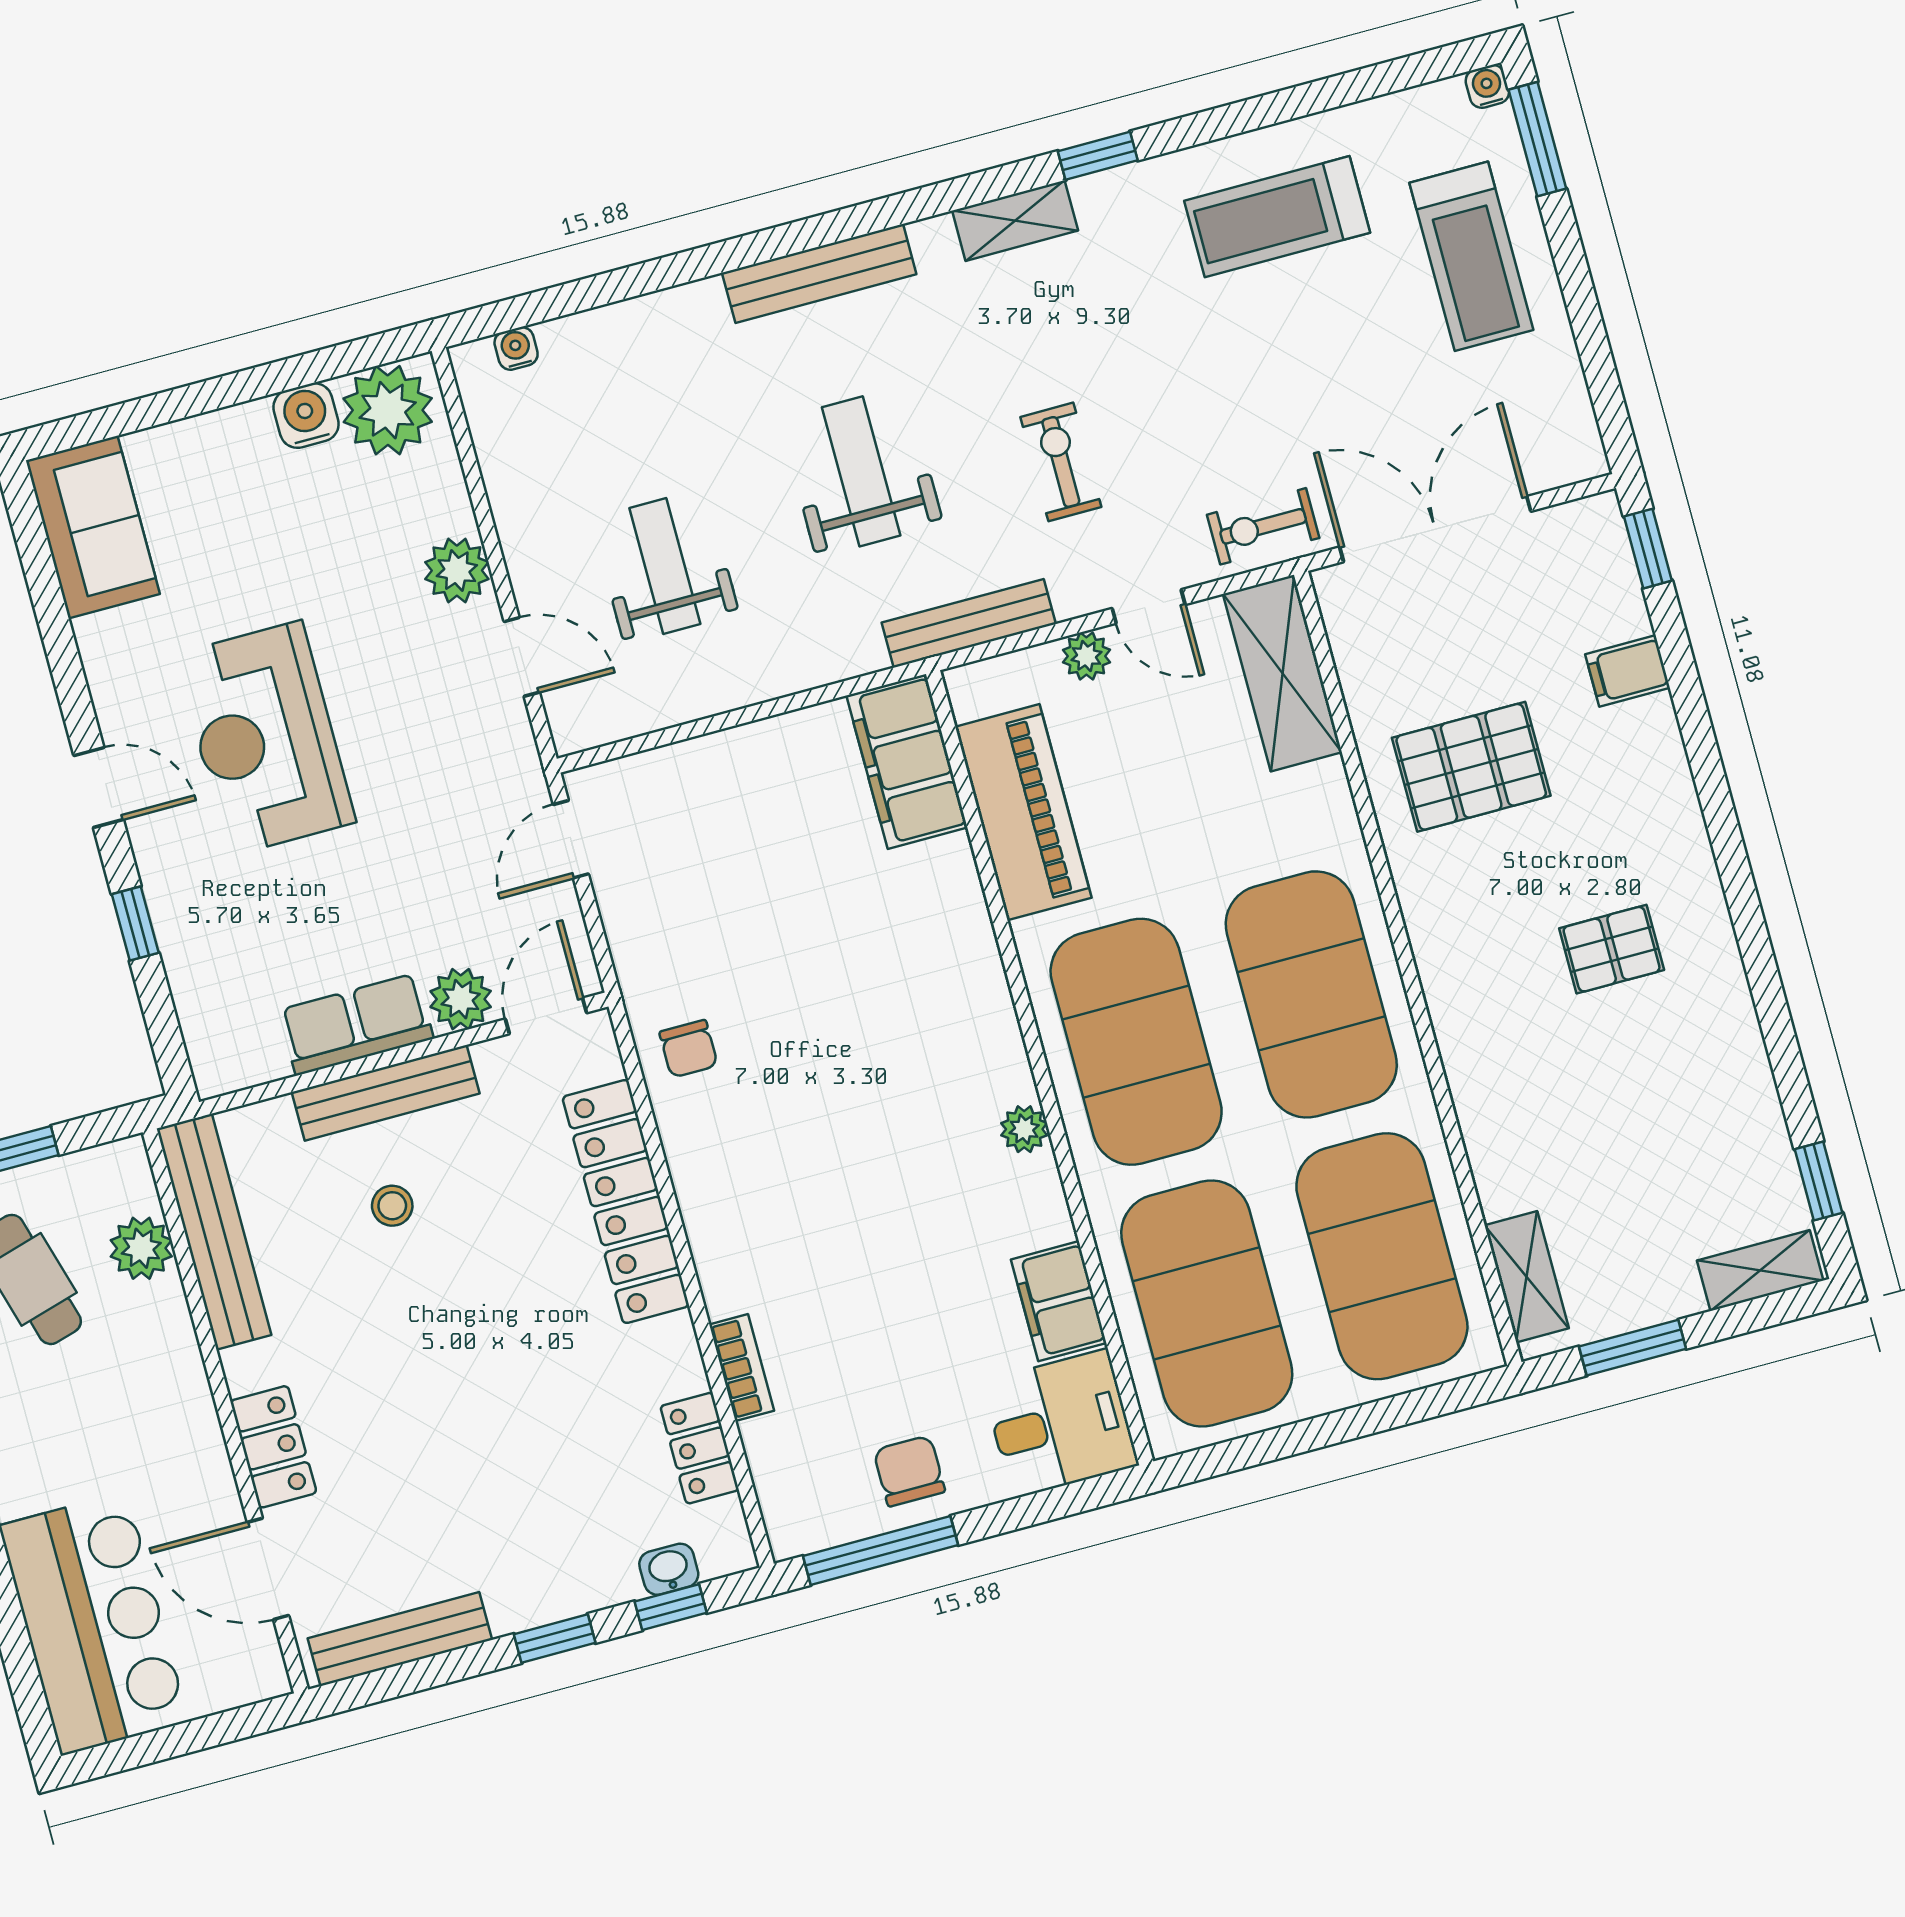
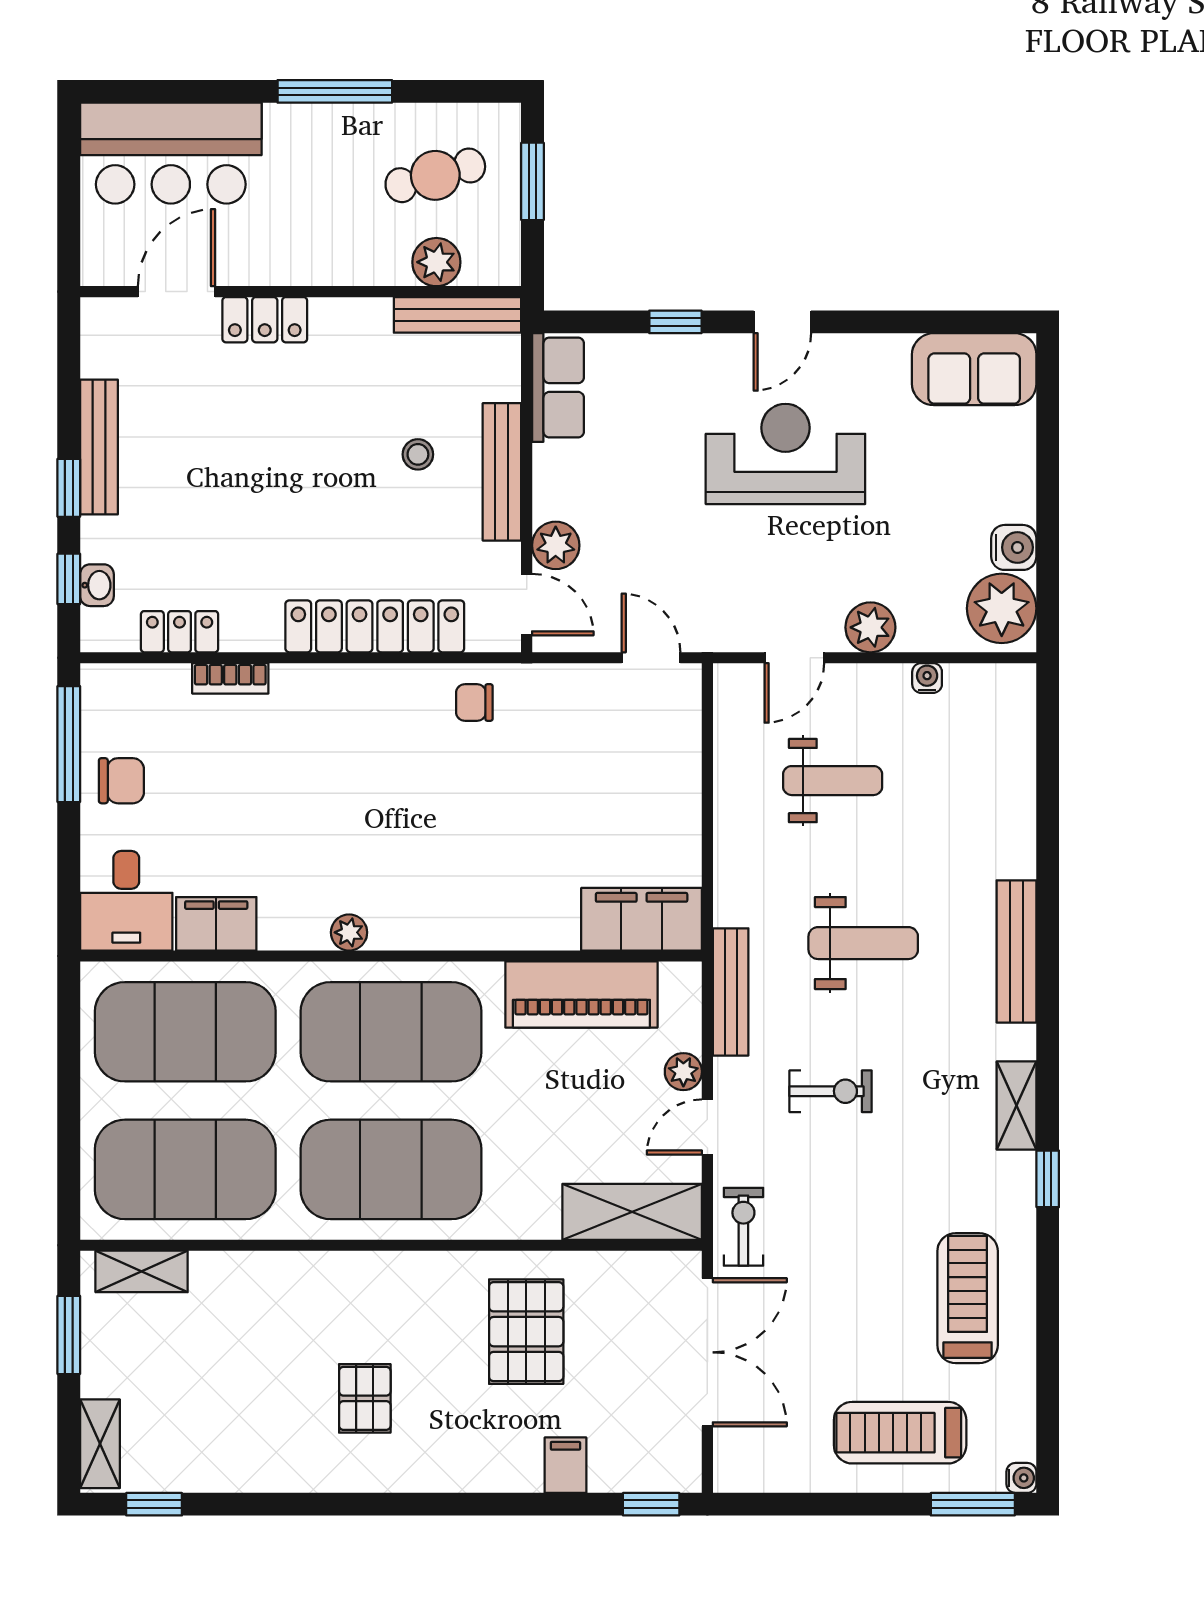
water cooler: (516, 348) -> (927, 678), moved, turned -90
row of seats: (356, 1024) -> (558, 388), moved
bench: (214, 1232) -> (457, 315), width x0.73, depth x0.82
bench: (400, 1639) -> (99, 447), moved

